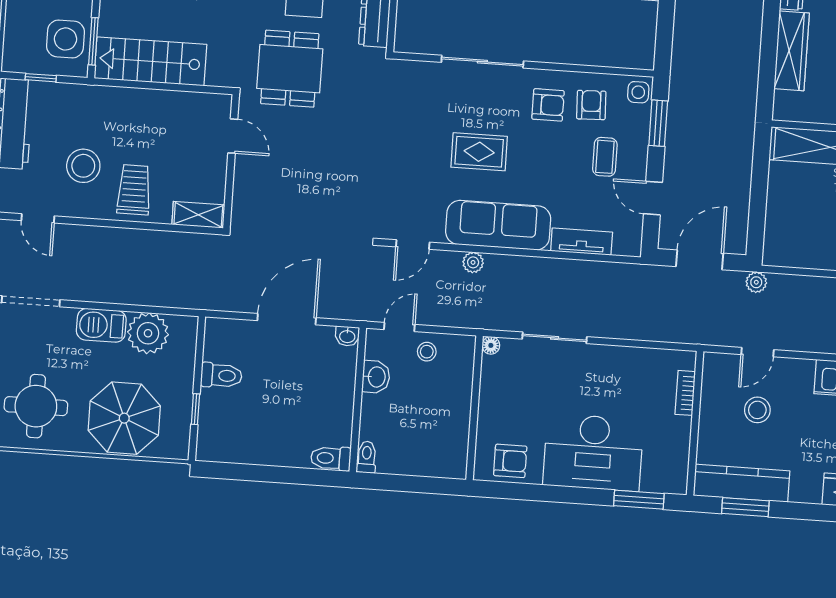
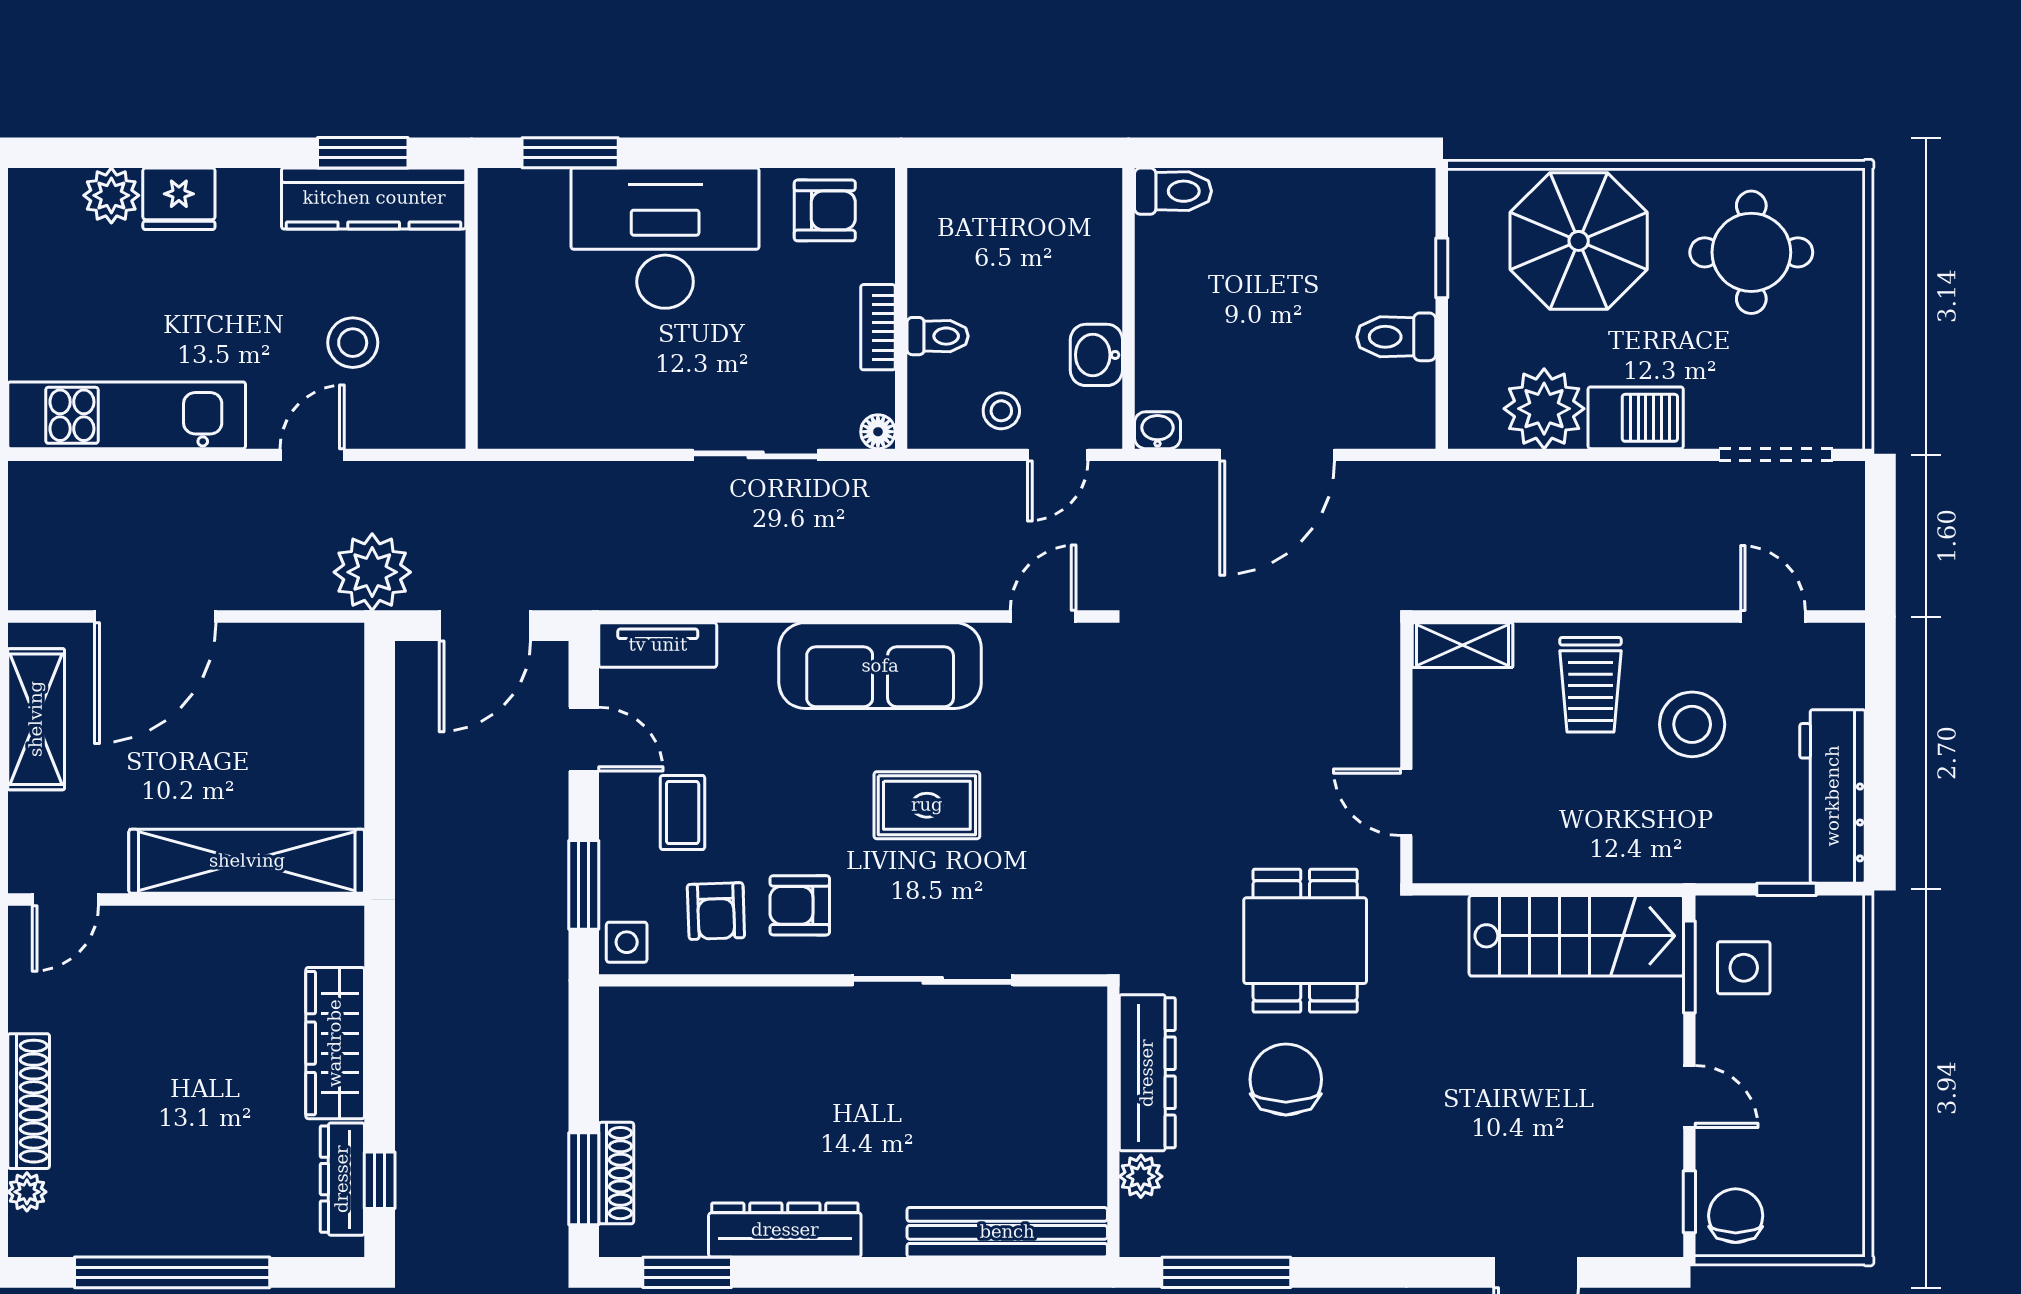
side table: (66, 39) -> (1744, 968), width x0.73, depth x0.73
tv unit: (582, 242) -> (658, 645), moved
plant: (473, 262) -> (924, 590), removed
plant: (756, 282) -> (372, 572), width x1.87, depth x1.87
door: (757, 352) -> (312, 455), moved
bookcase: (685, 393) -> (878, 327), moved, turned 180
toilet: (367, 457) -> (938, 336), moved, turned -90
armchair: (510, 461) -> (825, 210), turned 180

